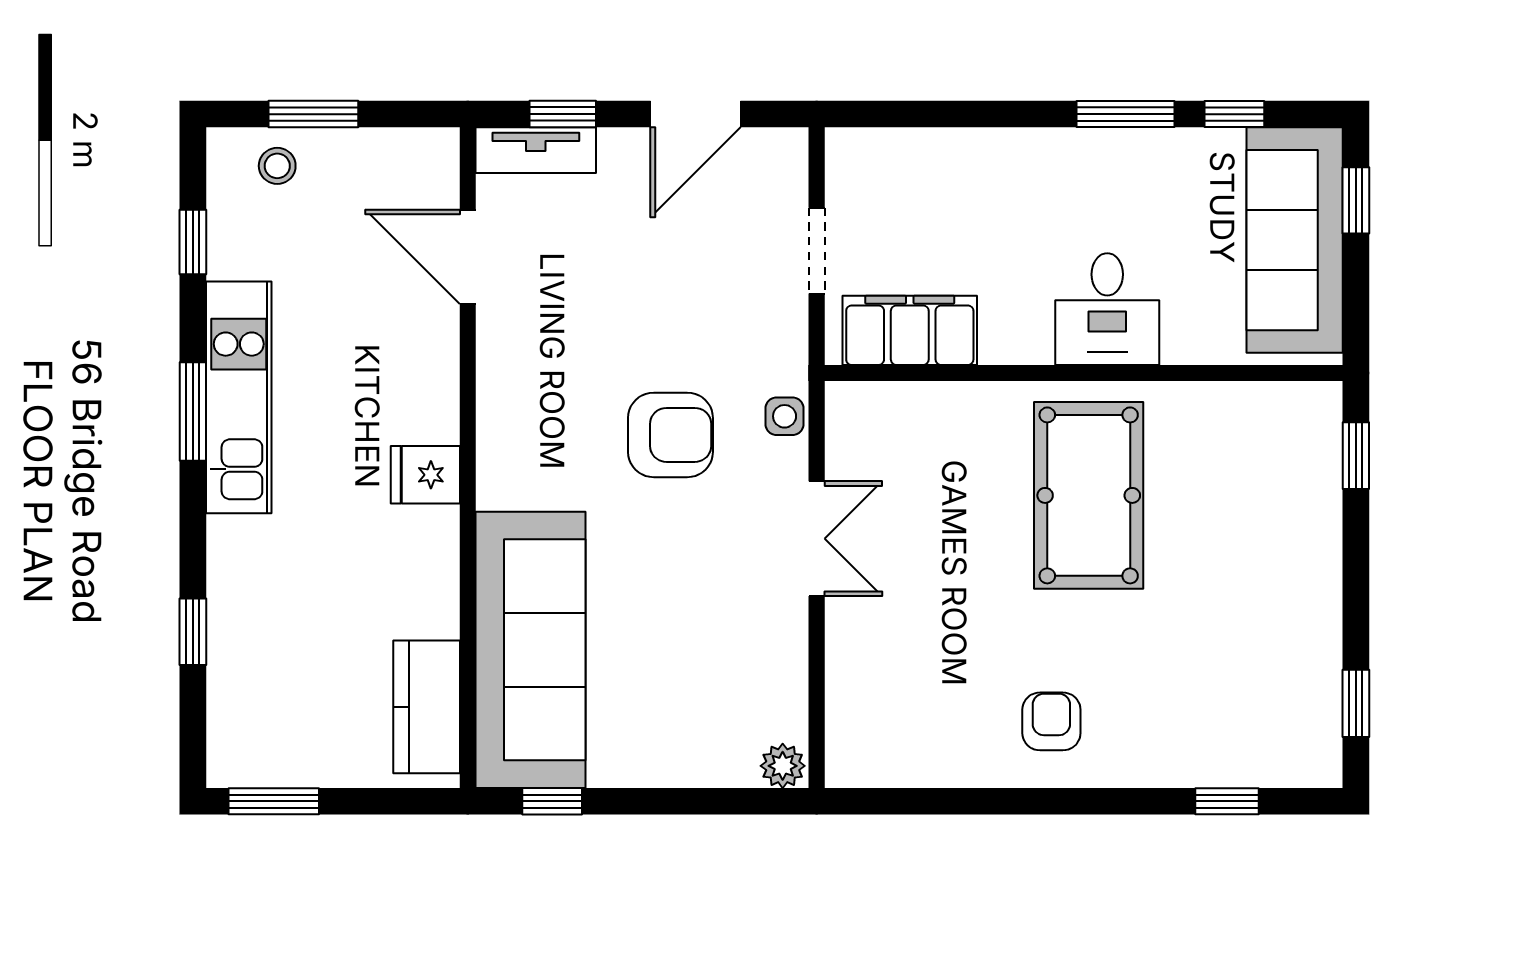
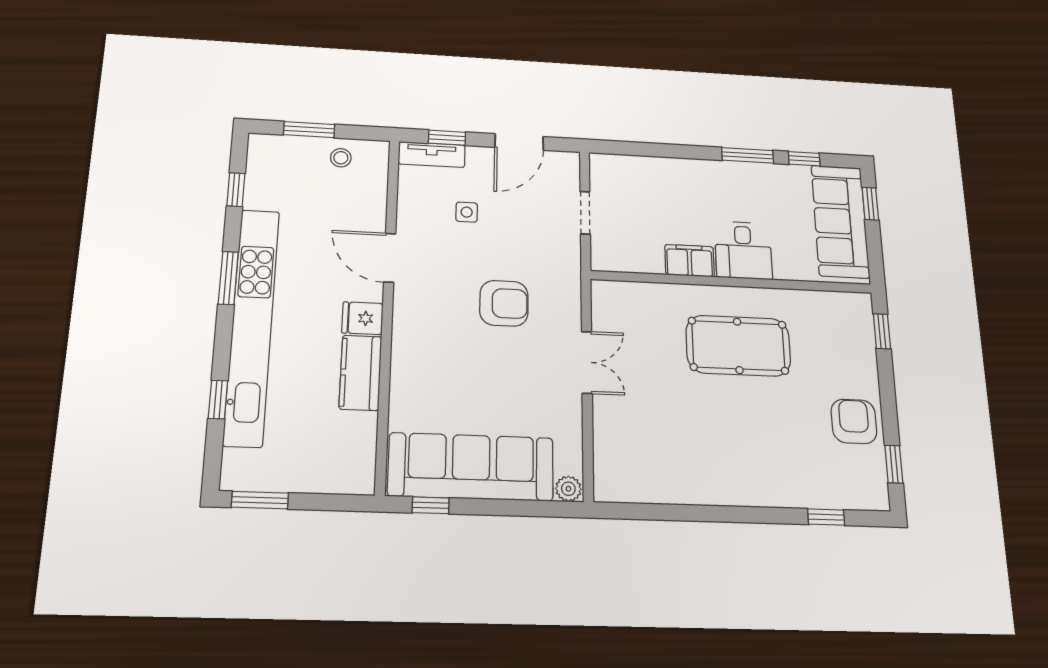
stool: (277, 166) -> (341, 158), moved
door: (468, 257) -> (390, 258), moved
filing cabinet: (910, 330) -> (690, 261), moved, width x0.67, depth x0.86
kitchen unit: (239, 397) -> (252, 325), width x1.86
side table: (785, 416) -> (467, 212), moved
pool table: (1089, 495) -> (738, 346), turned 90
sofa: (531, 650) -> (471, 467), moved, turned -90
kitchen counter: (427, 707) -> (360, 373), moved
armchair: (1051, 721) -> (854, 421), moved, width x1.38, depth x1.38

